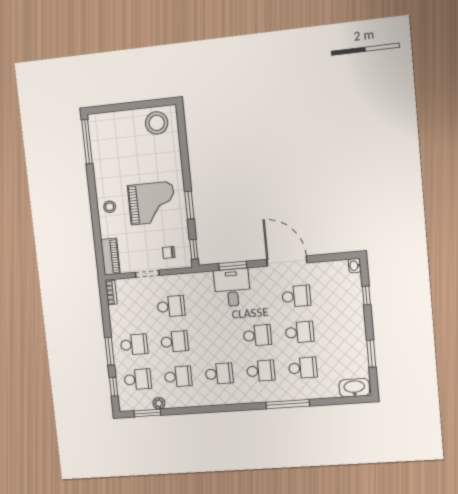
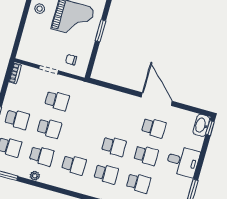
window: (194, 249) -> (91, 65), removed
piano: (110, 257) -> (25, 46), removed
window: (233, 266) -> (115, 88), removed
washbasin: (355, 266) -> (201, 125), width x1.91, depth x1.45
desk: (232, 288) -> (183, 161), moved, turned 90
window: (366, 296) -> (210, 128), moved
plant: (159, 403) -> (35, 176), moved

